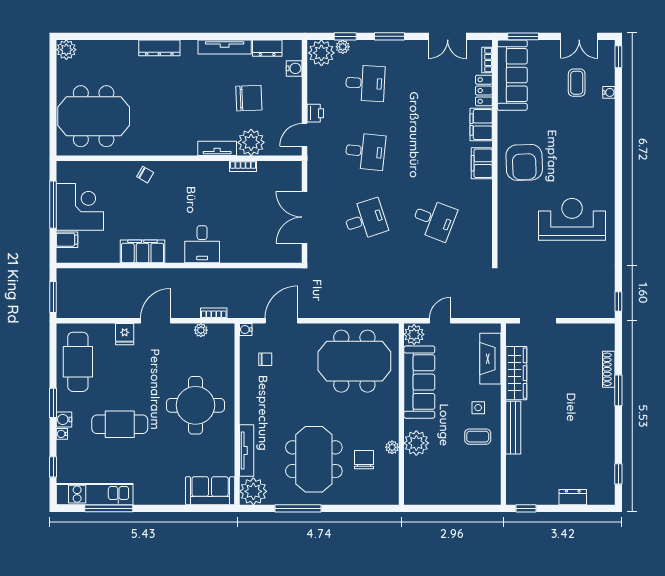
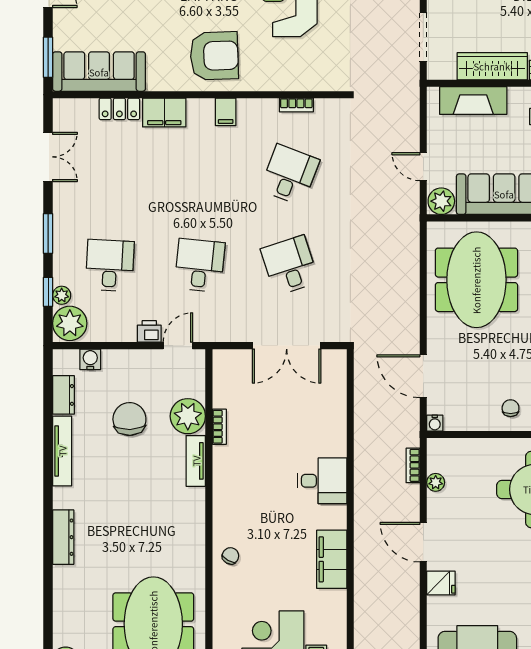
bookcase: (487, 60) -> (296, 105), moved
door: (305, 135) -> (178, 346), swing flipped
filing cabinet: (482, 163) -> (226, 112), width x0.50
chair: (265, 359) -> (511, 408), moved

